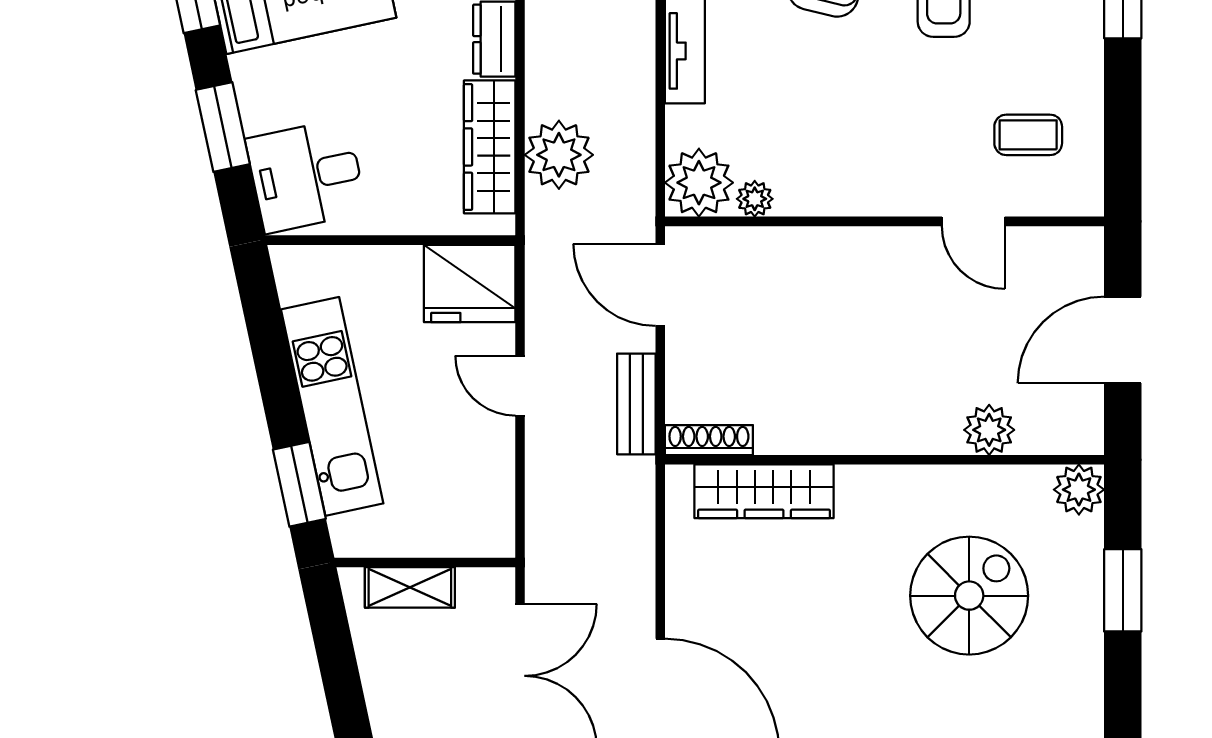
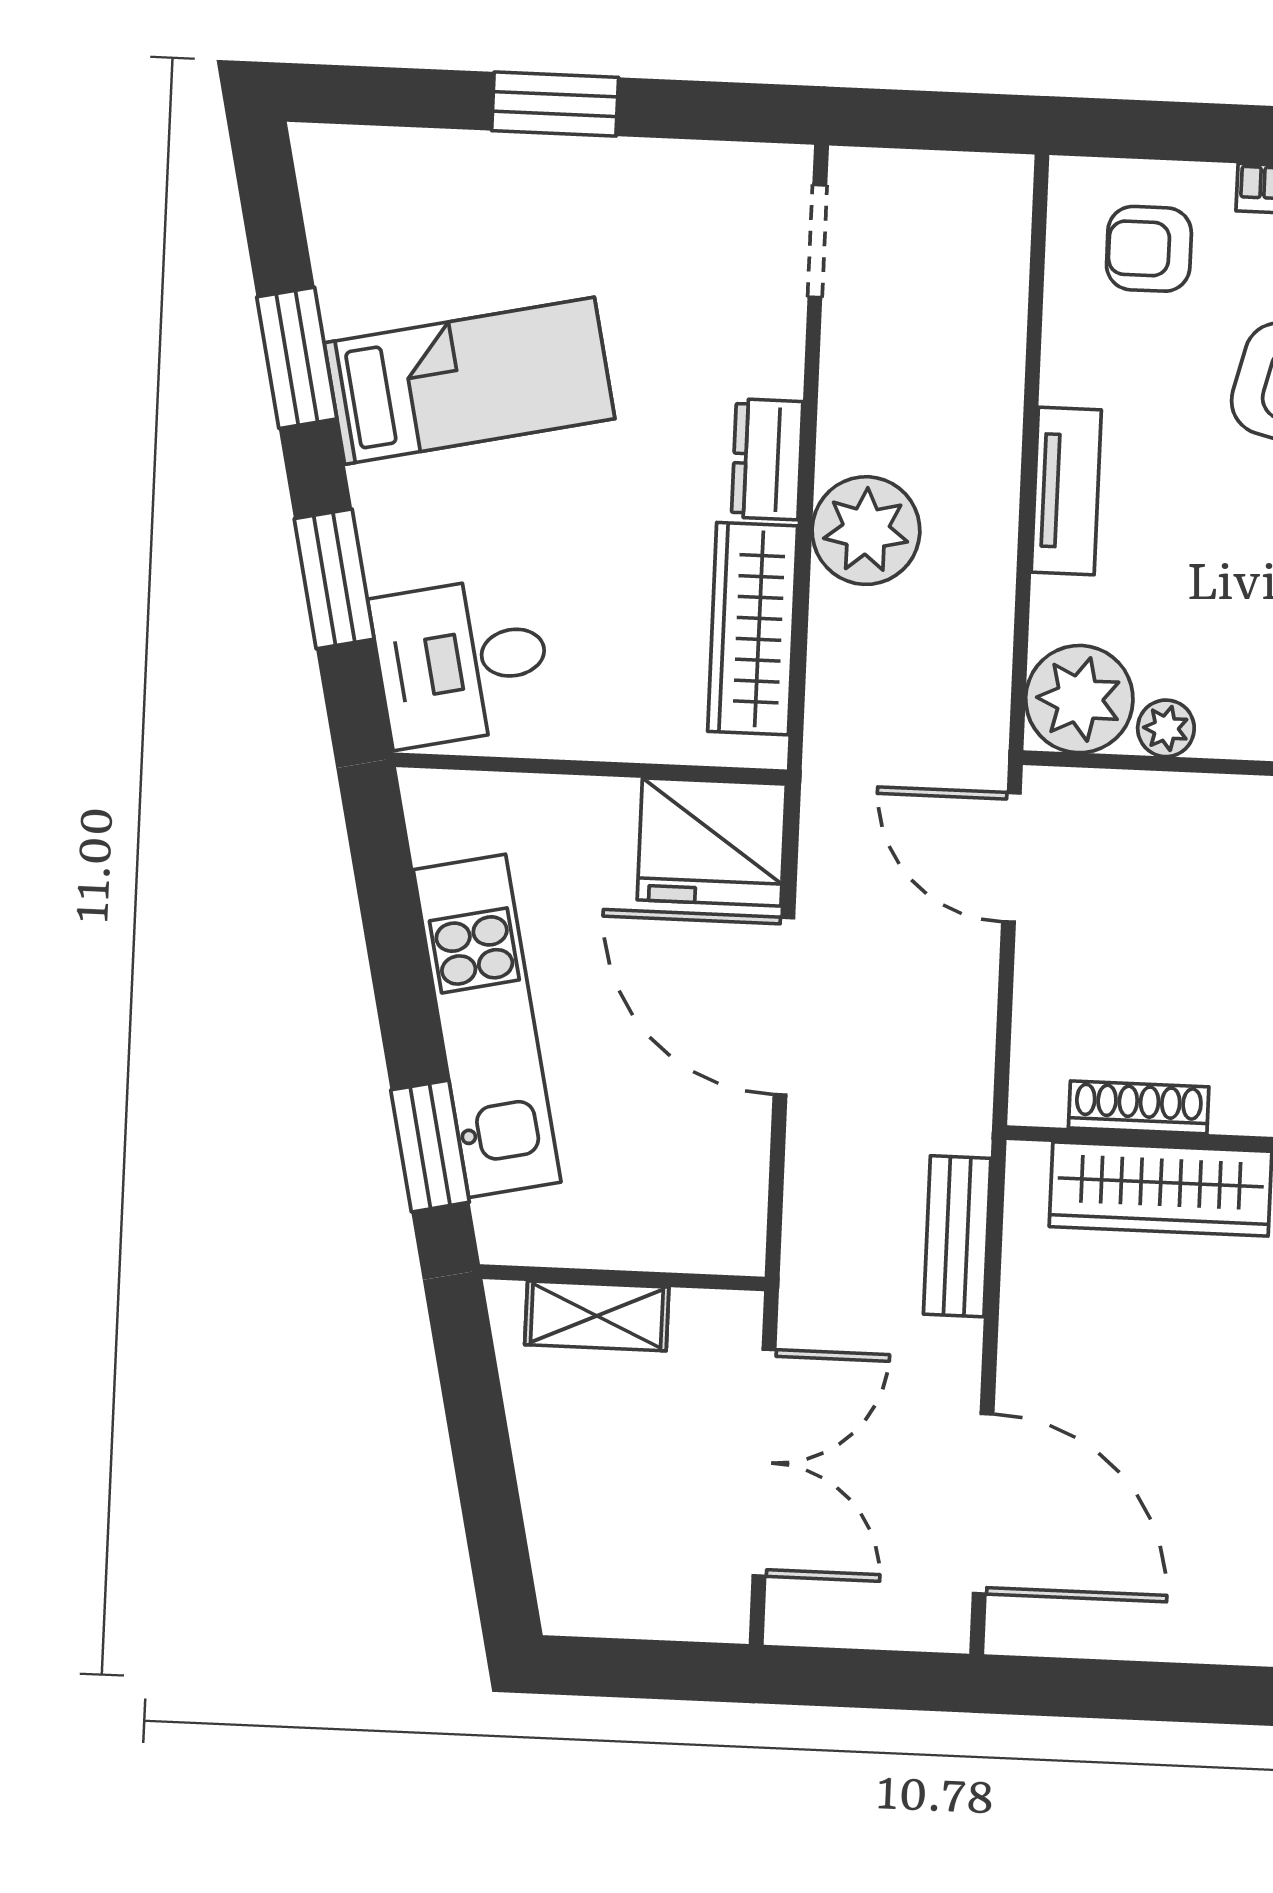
plant: (559, 155) -> (866, 531), moved
door: (520, 386) -> (784, 1006), width x1.87
bench: (636, 404) -> (957, 1236), moved
shoe rack: (709, 440) -> (1139, 1107), moved

